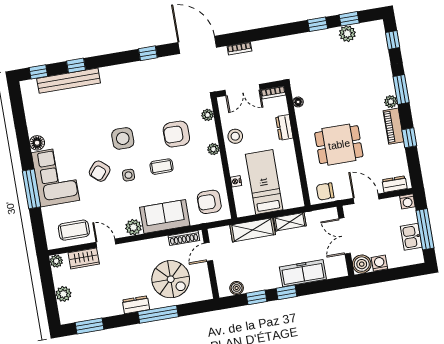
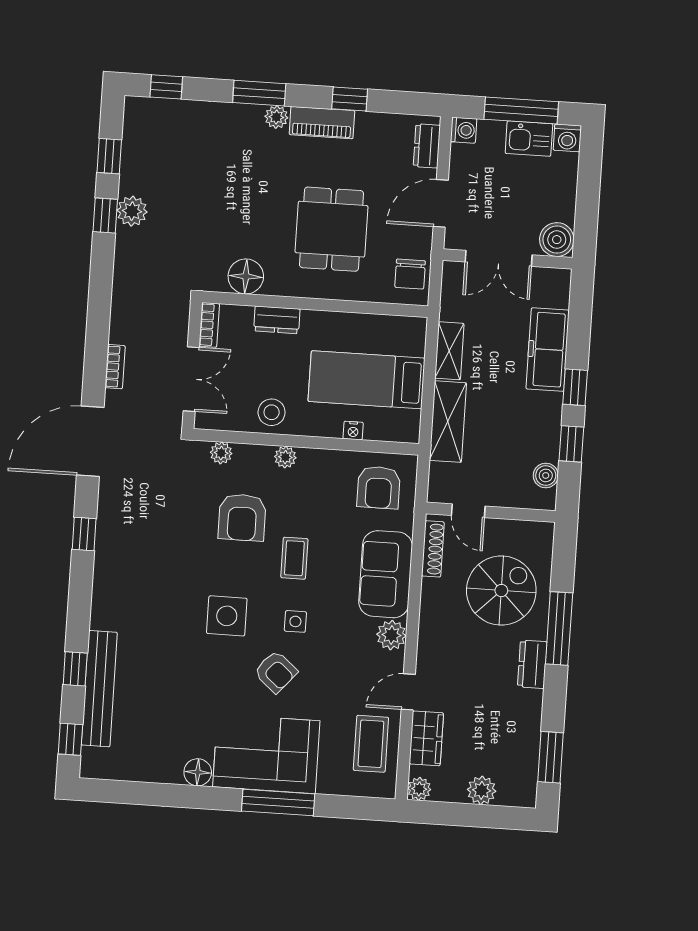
plant: (347, 34) -> (132, 211), moved
floor lamp: (298, 102) -> (246, 276), width x1.89, depth x1.89
washing machine: (379, 263) -> (567, 138), moved, turned -90

